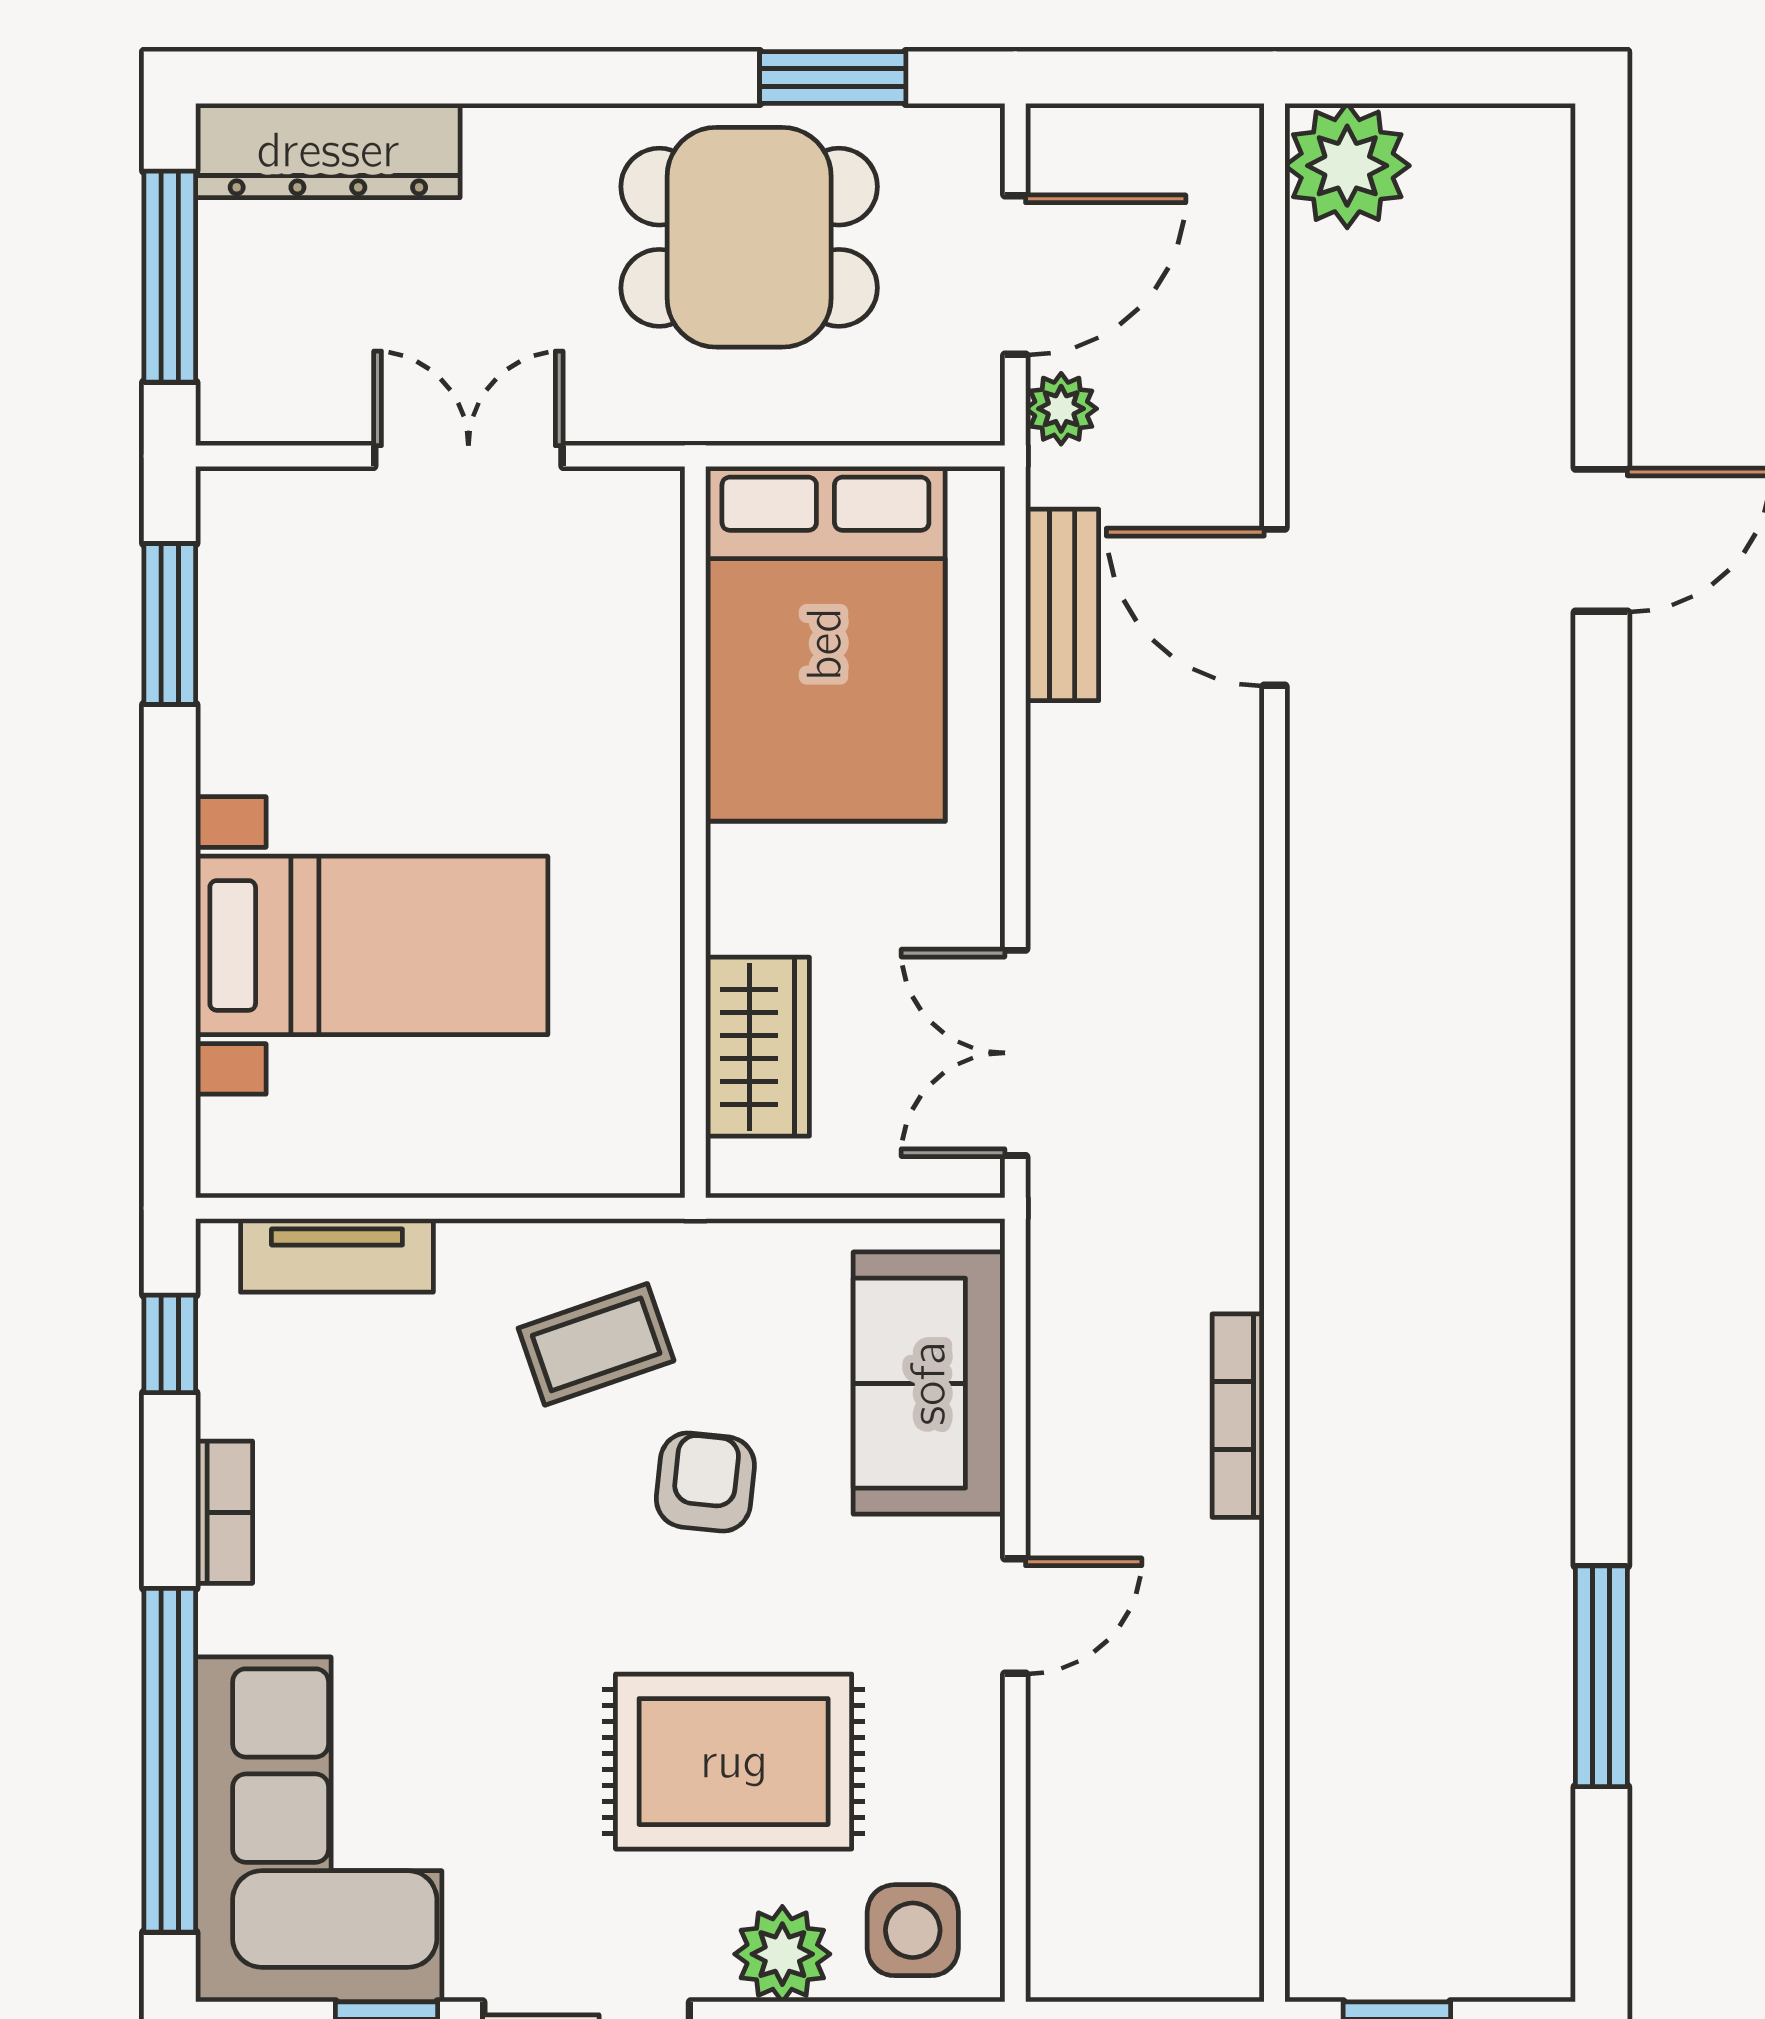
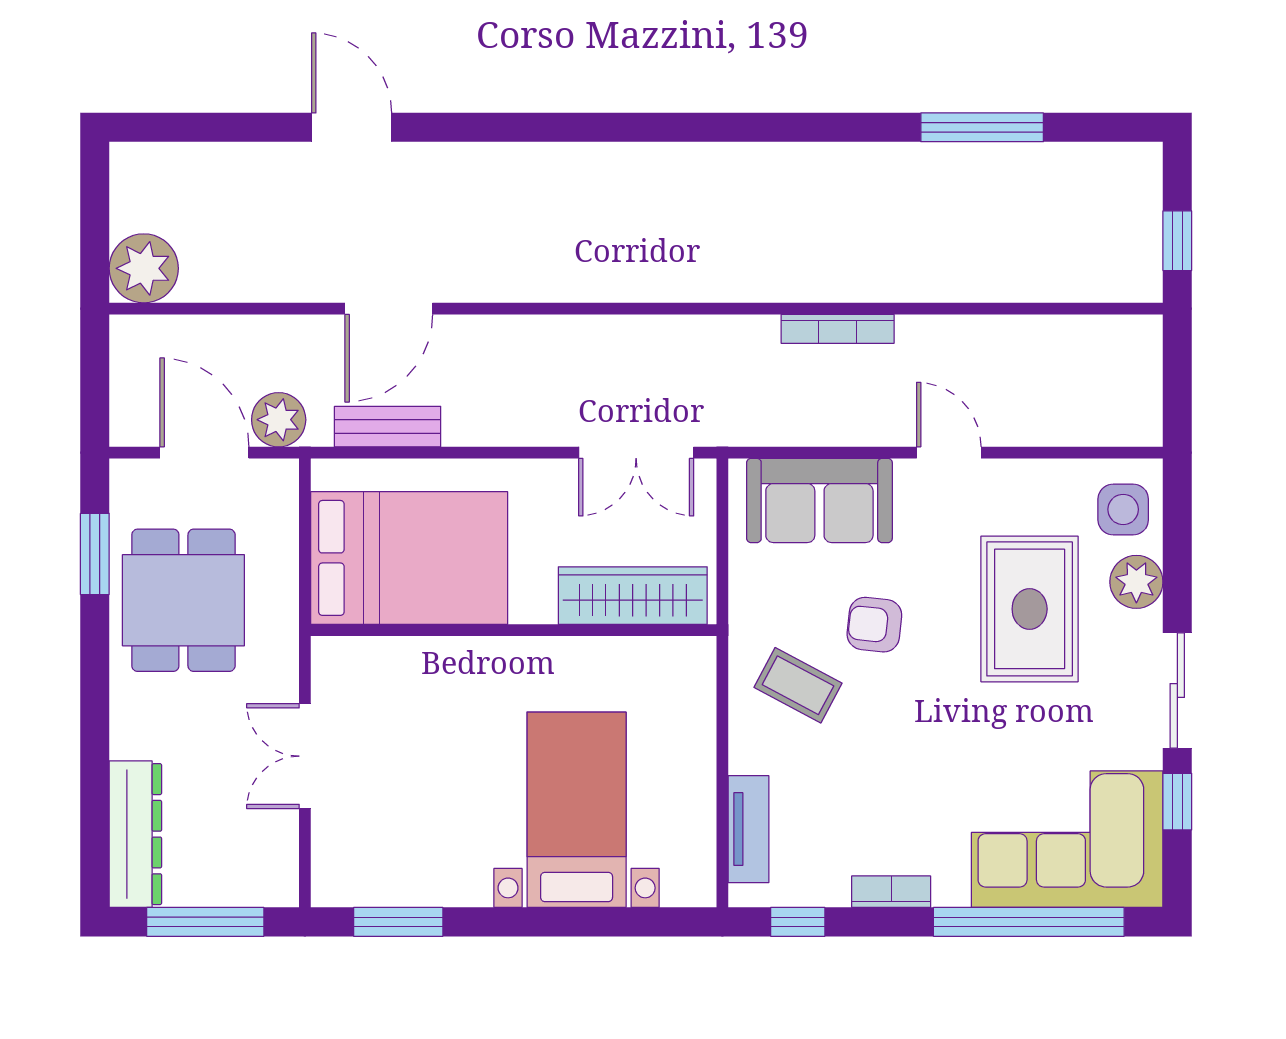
plant: (1061, 409) -> (279, 420), width x1.38, depth x1.38
wardrobe: (758, 1047) -> (633, 596), width x1.50
coffee table: (596, 1344) -> (798, 685), turned -43

